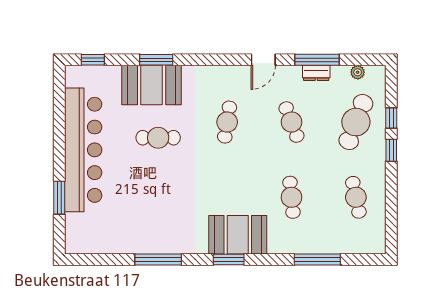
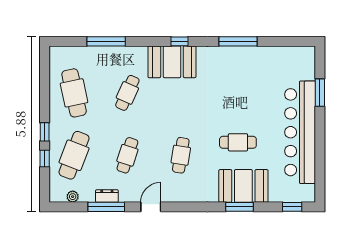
cafe table: (291, 122) -> (127, 155), turned 39
cafe table: (291, 197) -> (127, 93), turned 30
cafe table: (356, 197) -> (74, 93), width x1.37, depth x1.35
window: (229, 259) -> (179, 41), width x0.67

